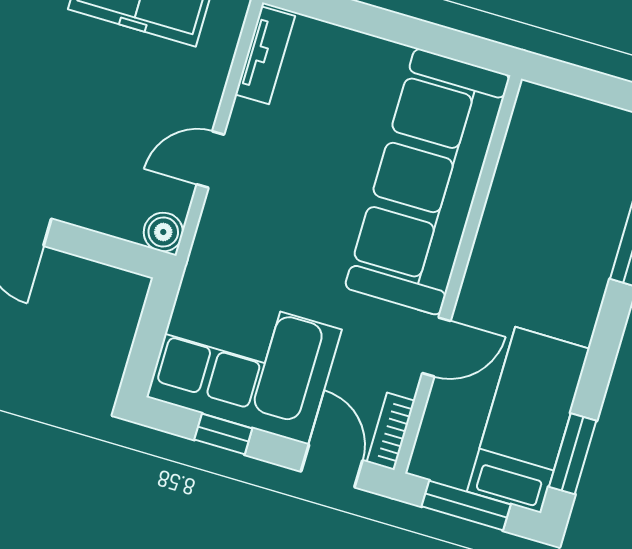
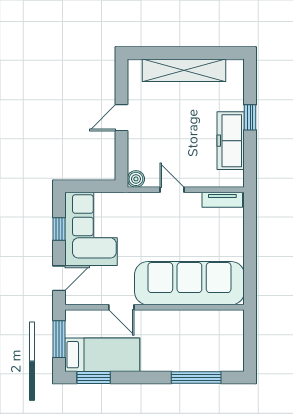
bookcase: (391, 431) -> (81, 299), removed

